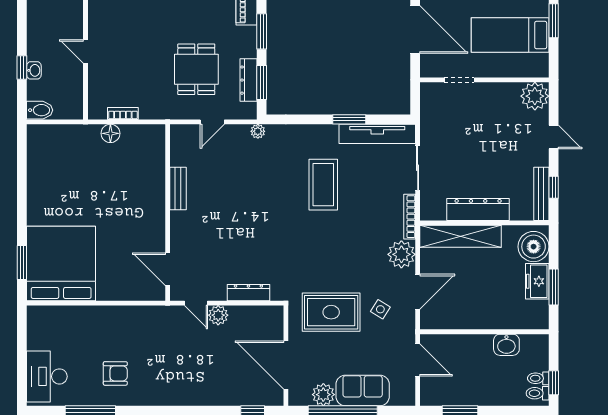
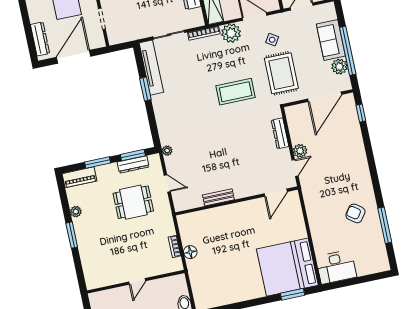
coffee table: (323, 185) -> (236, 92), moved
armchair: (115, 373) -> (355, 213), turned -54
desk: (47, 376) -> (336, 267), moved

